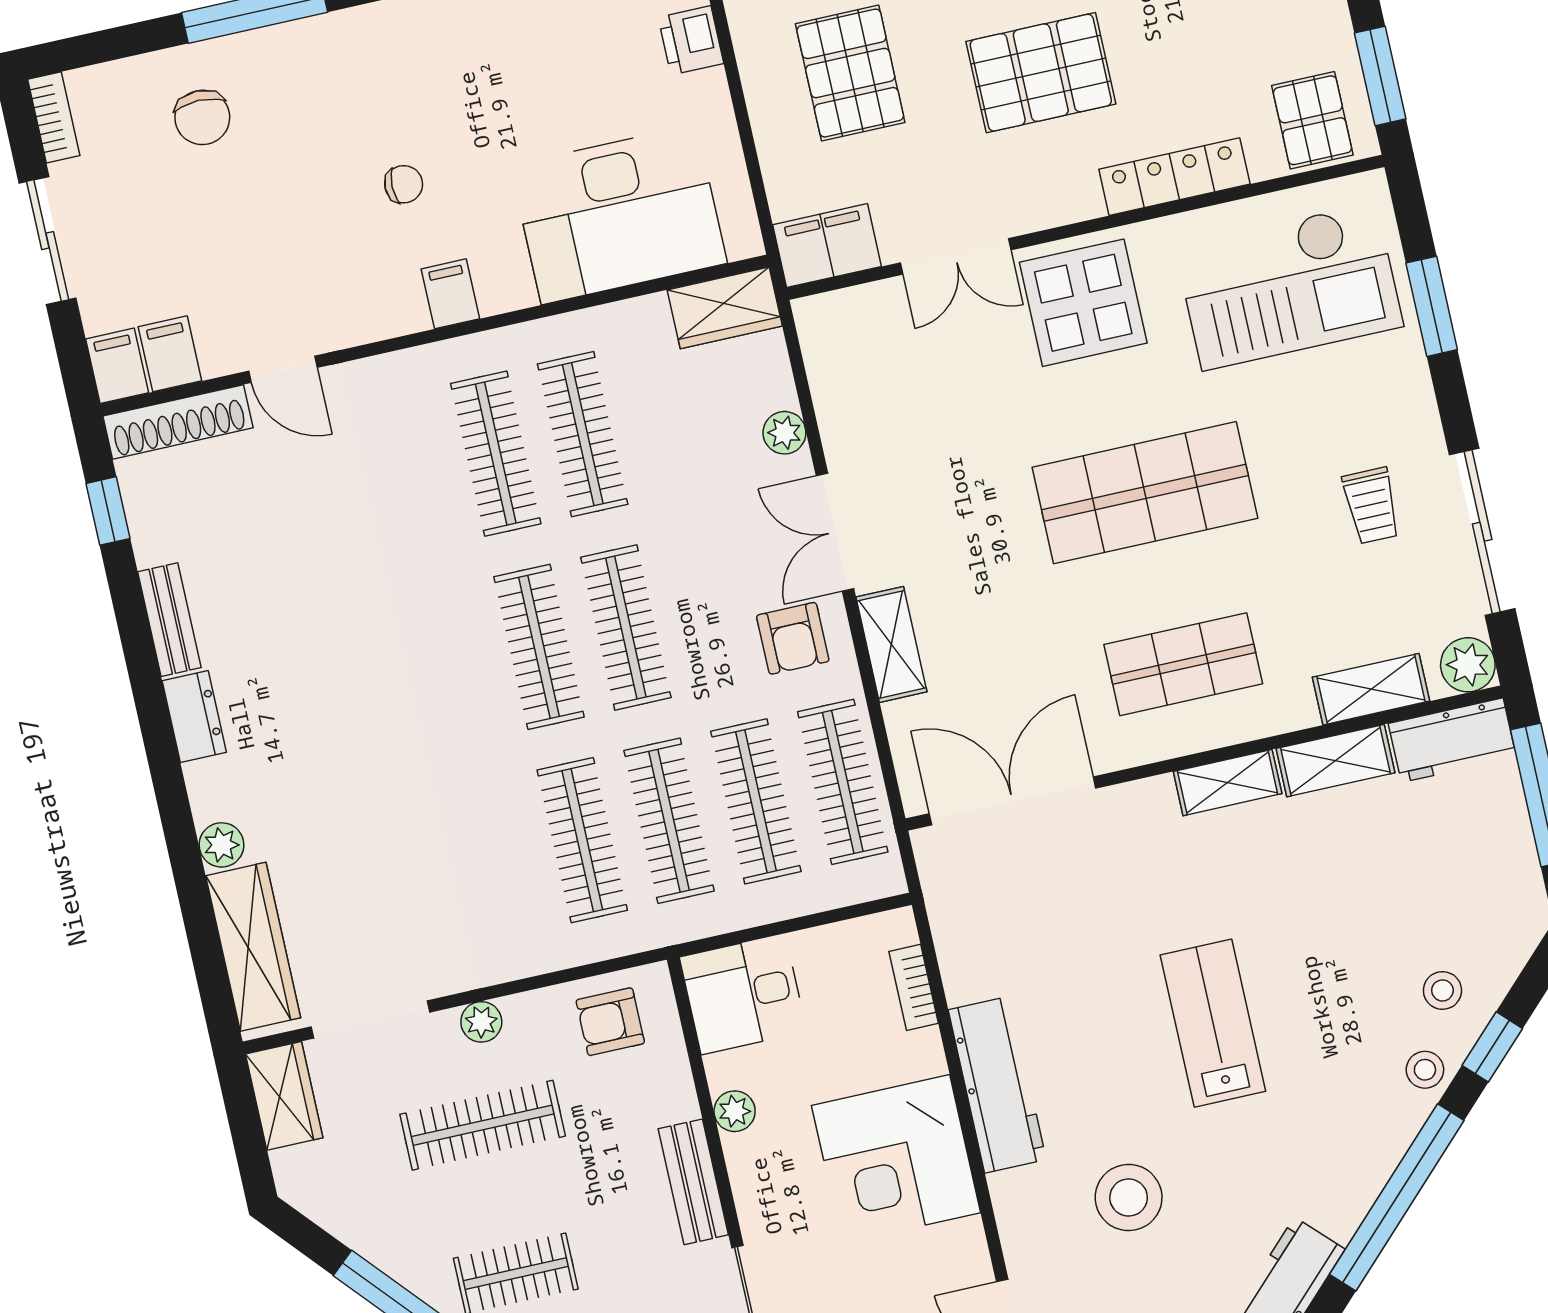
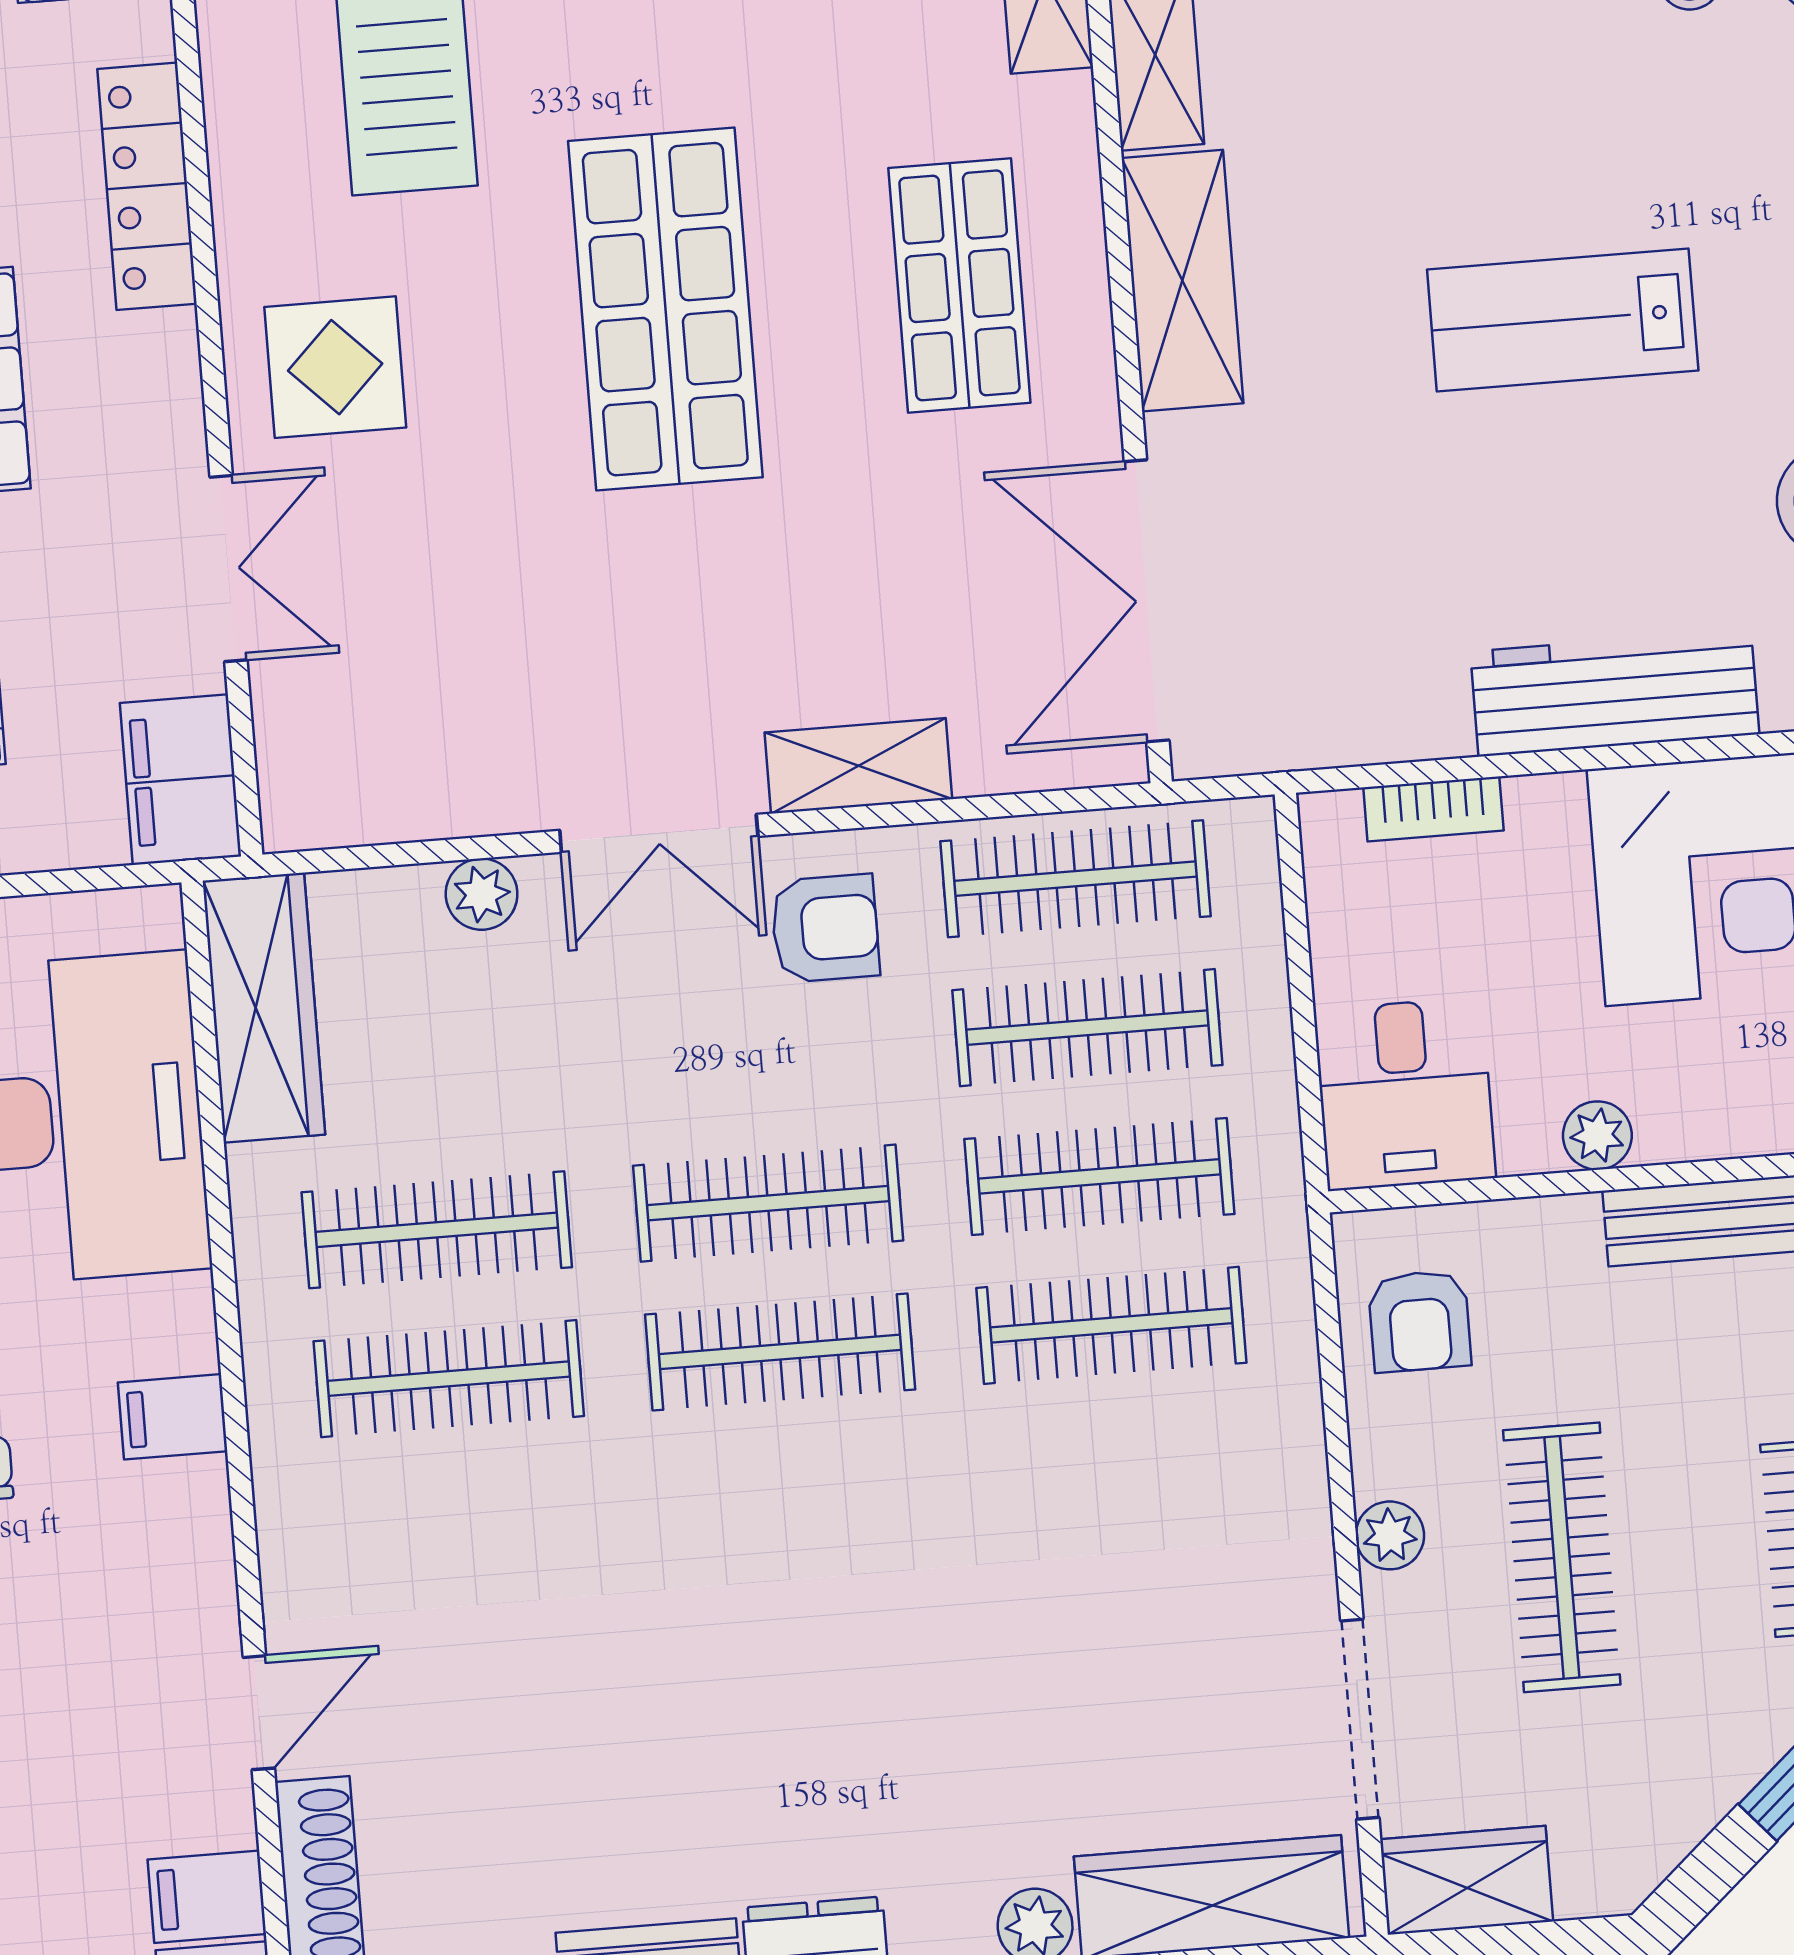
display table: (1083, 303) -> (335, 367), width x0.73, depth x0.73
wardrobe: (725, 308) -> (264, 1008), width x1.50
shelving: (1228, 783) -> (1182, 281), width x1.50, depth x1.33

